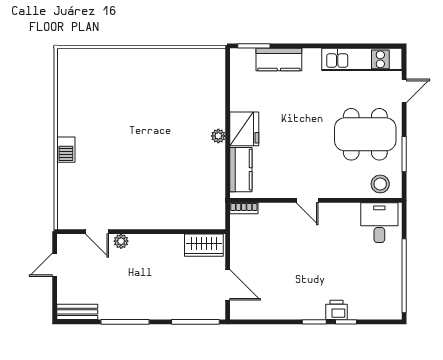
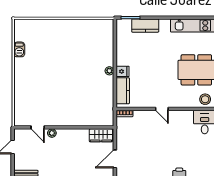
fridge: (244, 129) -> (123, 71), width x0.53, depth x0.75
barbecue: (66, 150) -> (19, 49), moved
door: (228, 285) -> (115, 159), swing flipped

